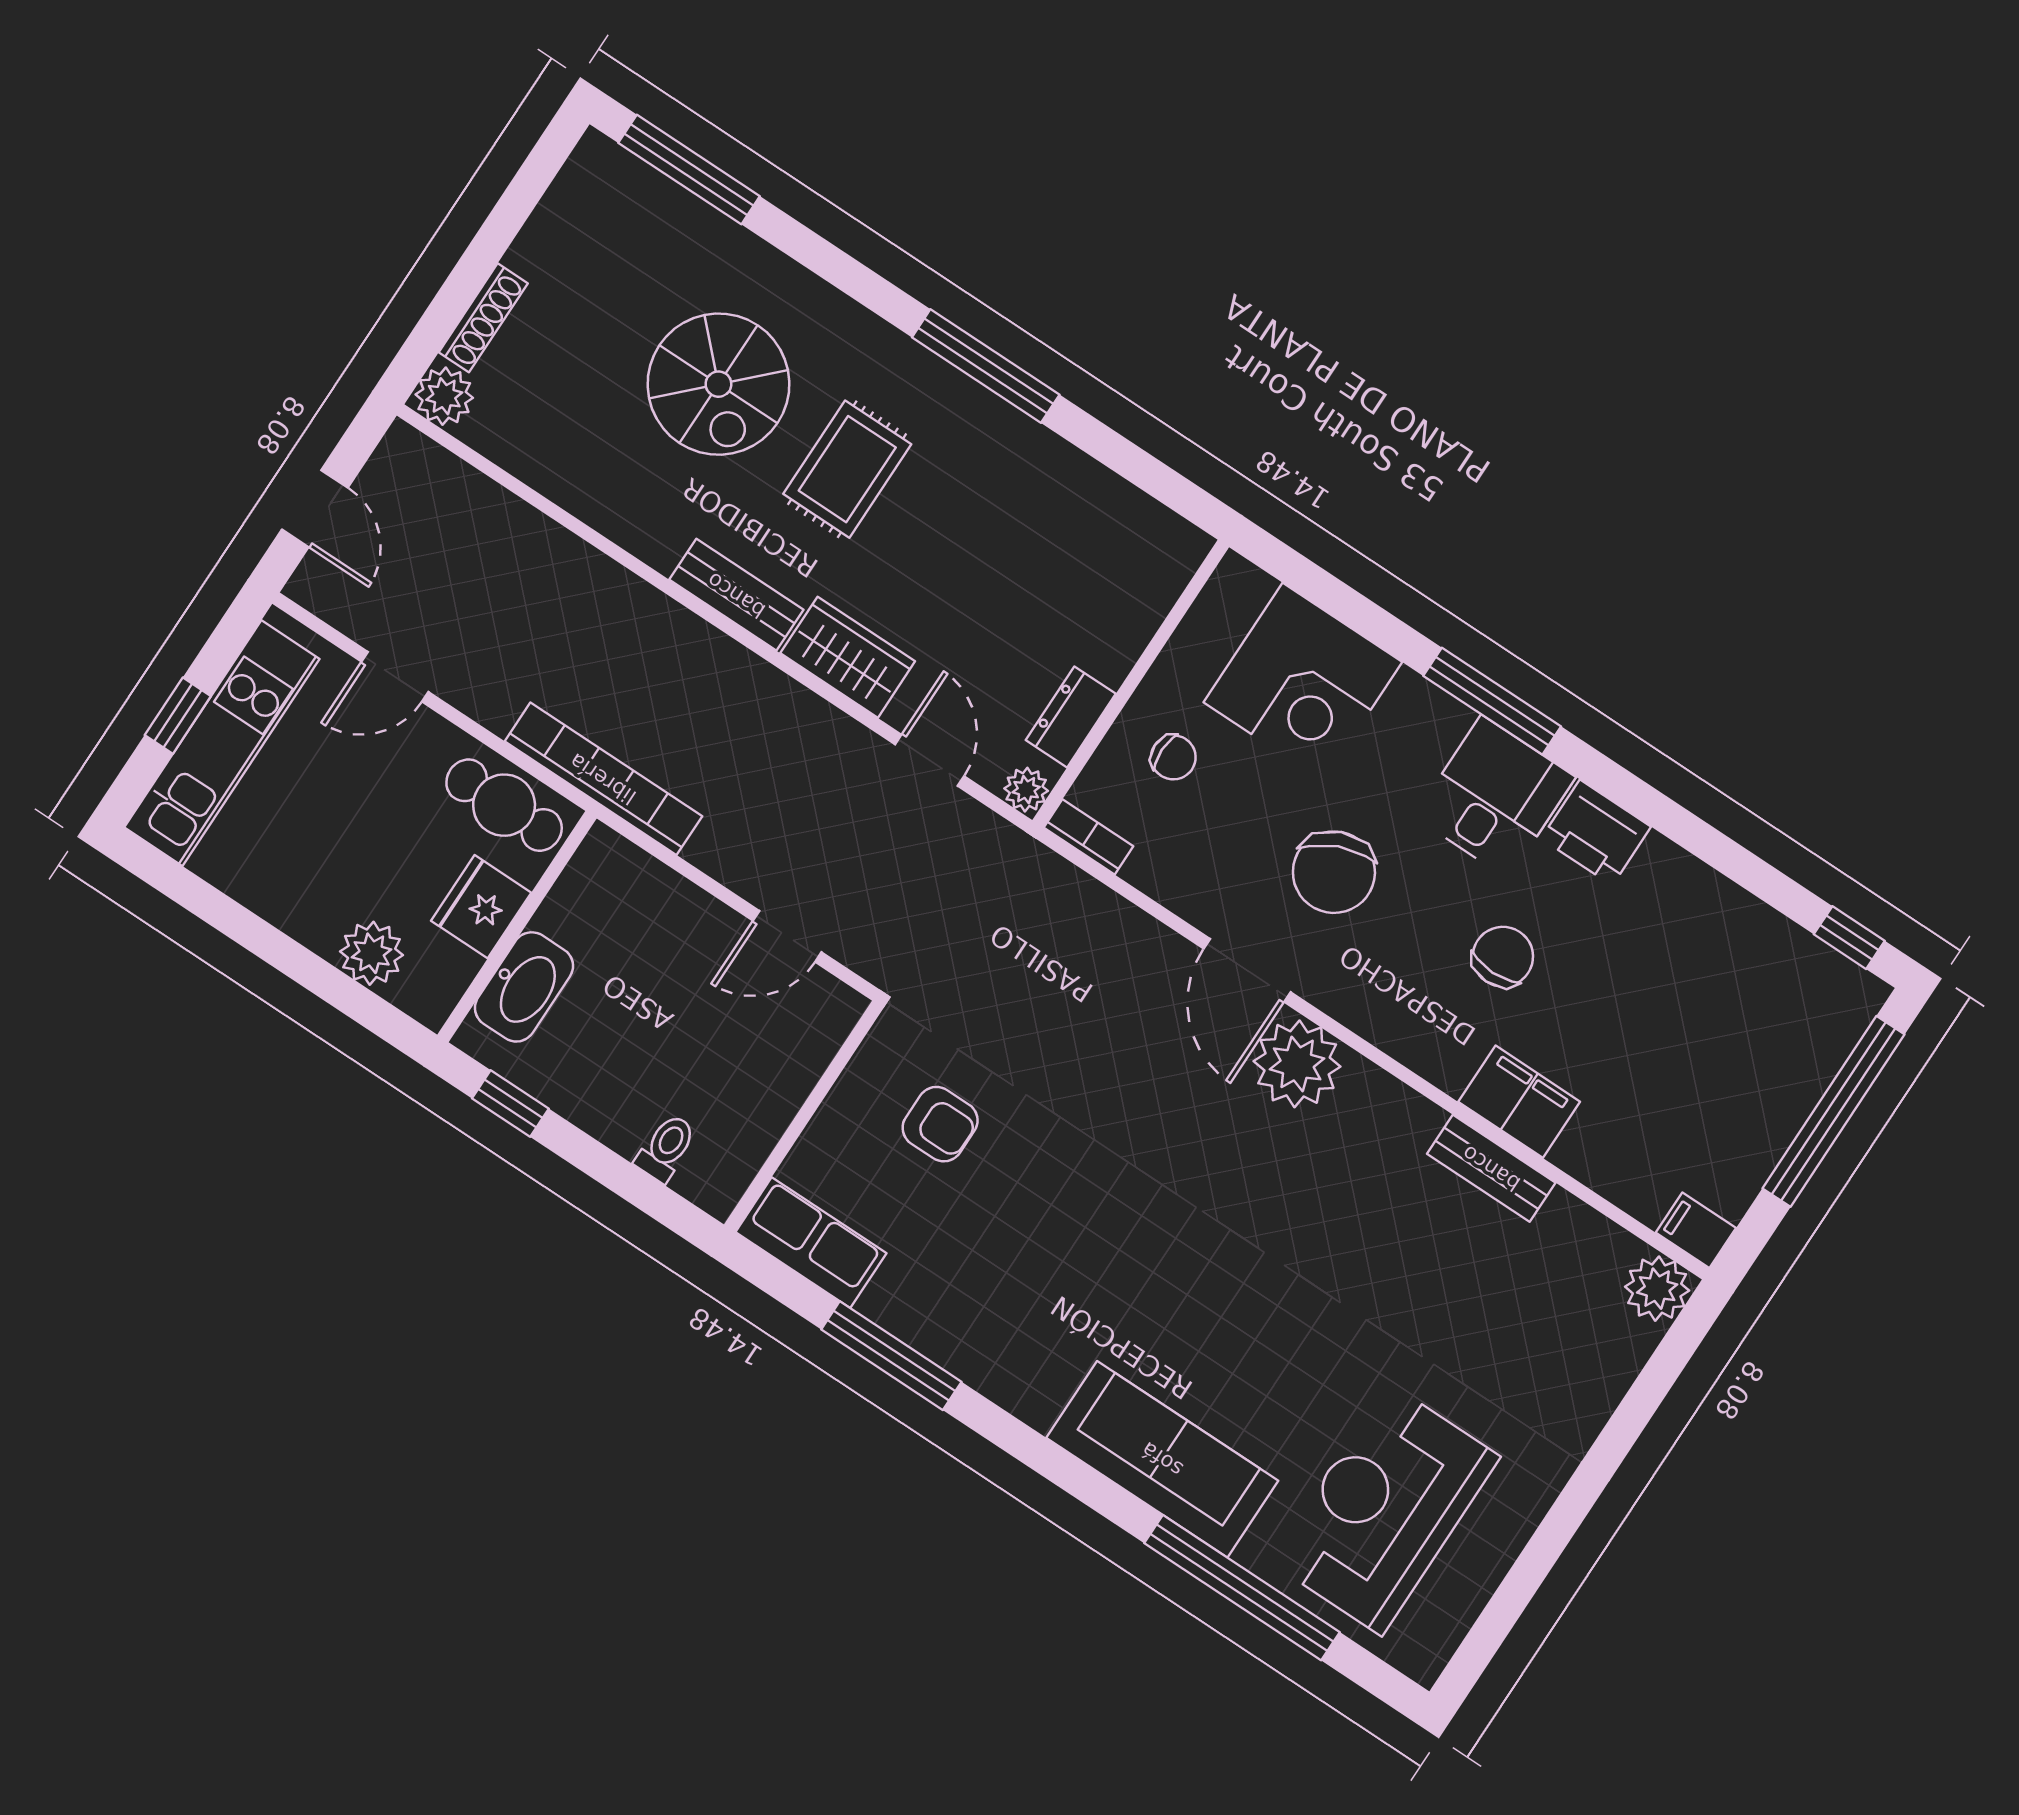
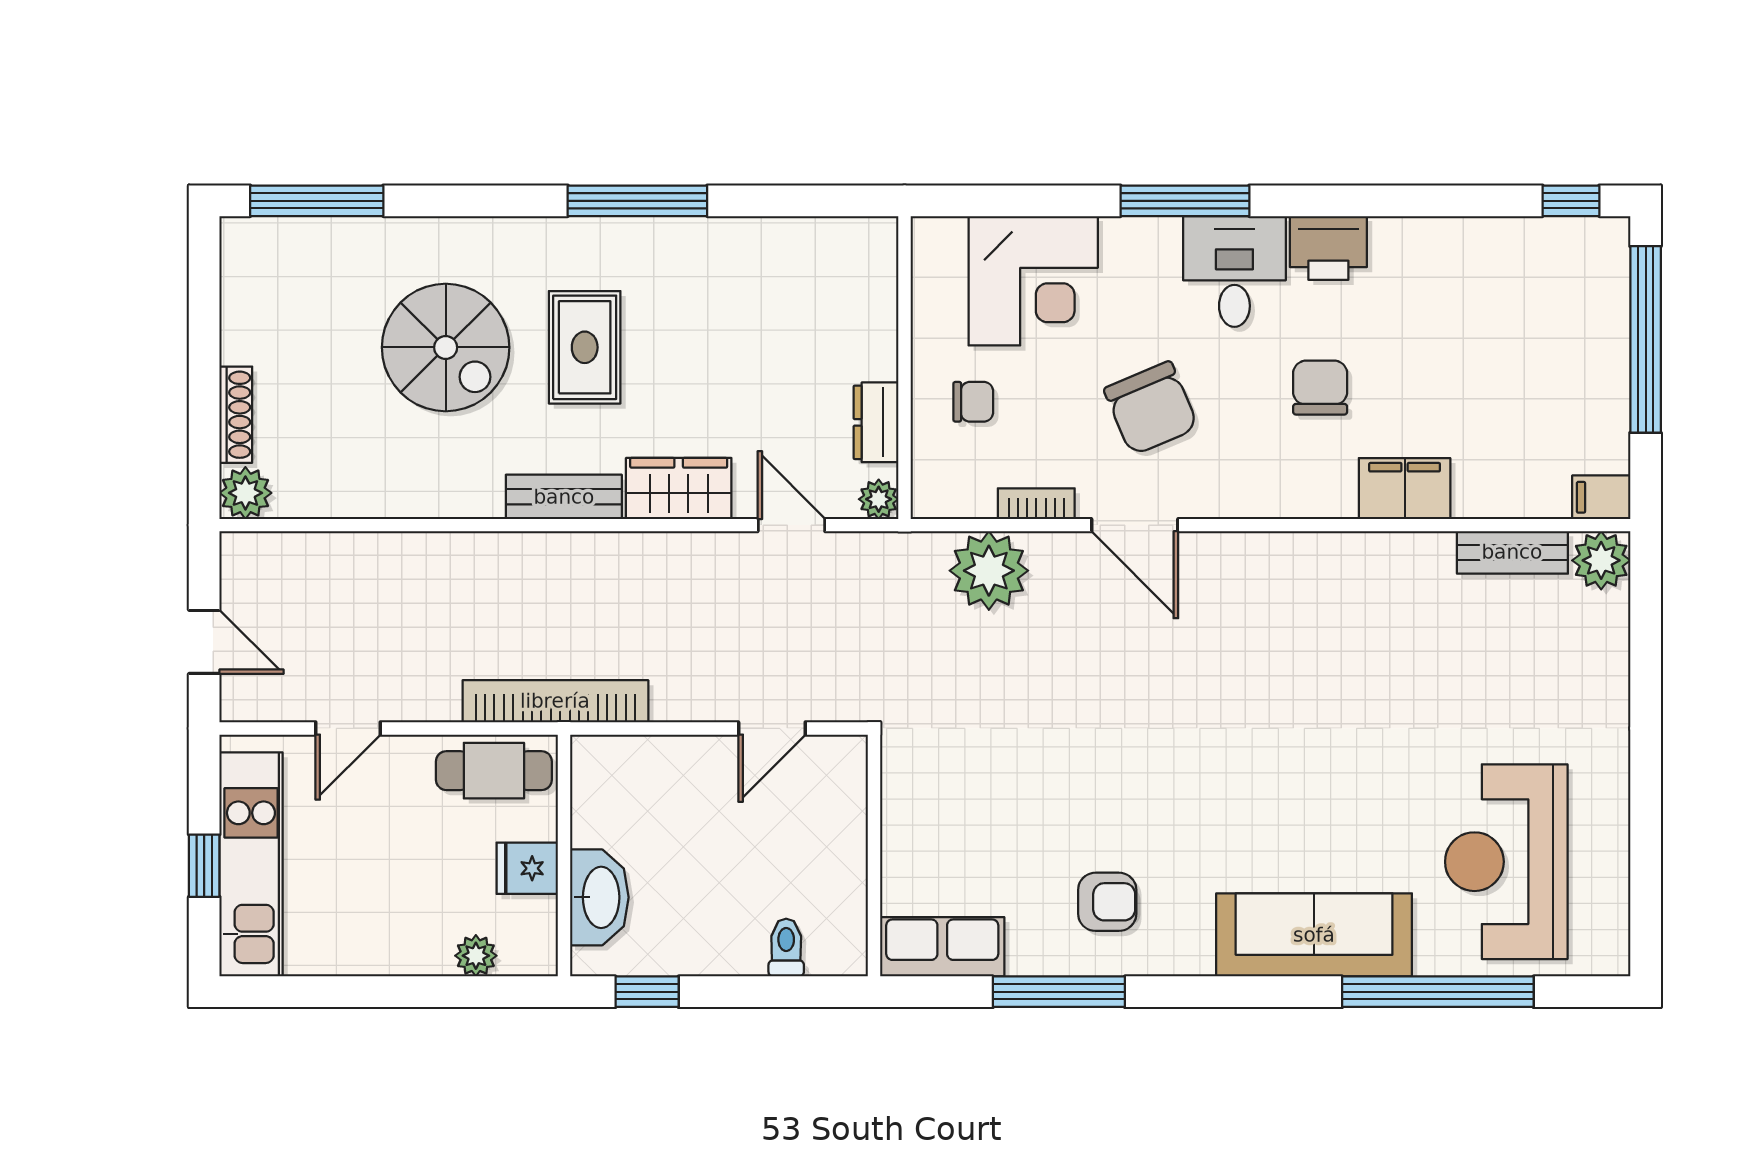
bookcase: (1089, 837) -> (1036, 504), moved
fridge: (481, 907) -> (527, 868), width x0.72
plant: (372, 953) -> (476, 956), width x0.73, depth x0.73
plant: (1297, 1064) -> (989, 571), moved
armchair: (940, 1124) -> (1107, 902), moved
bench: (1491, 1168) -> (1512, 552), moved

